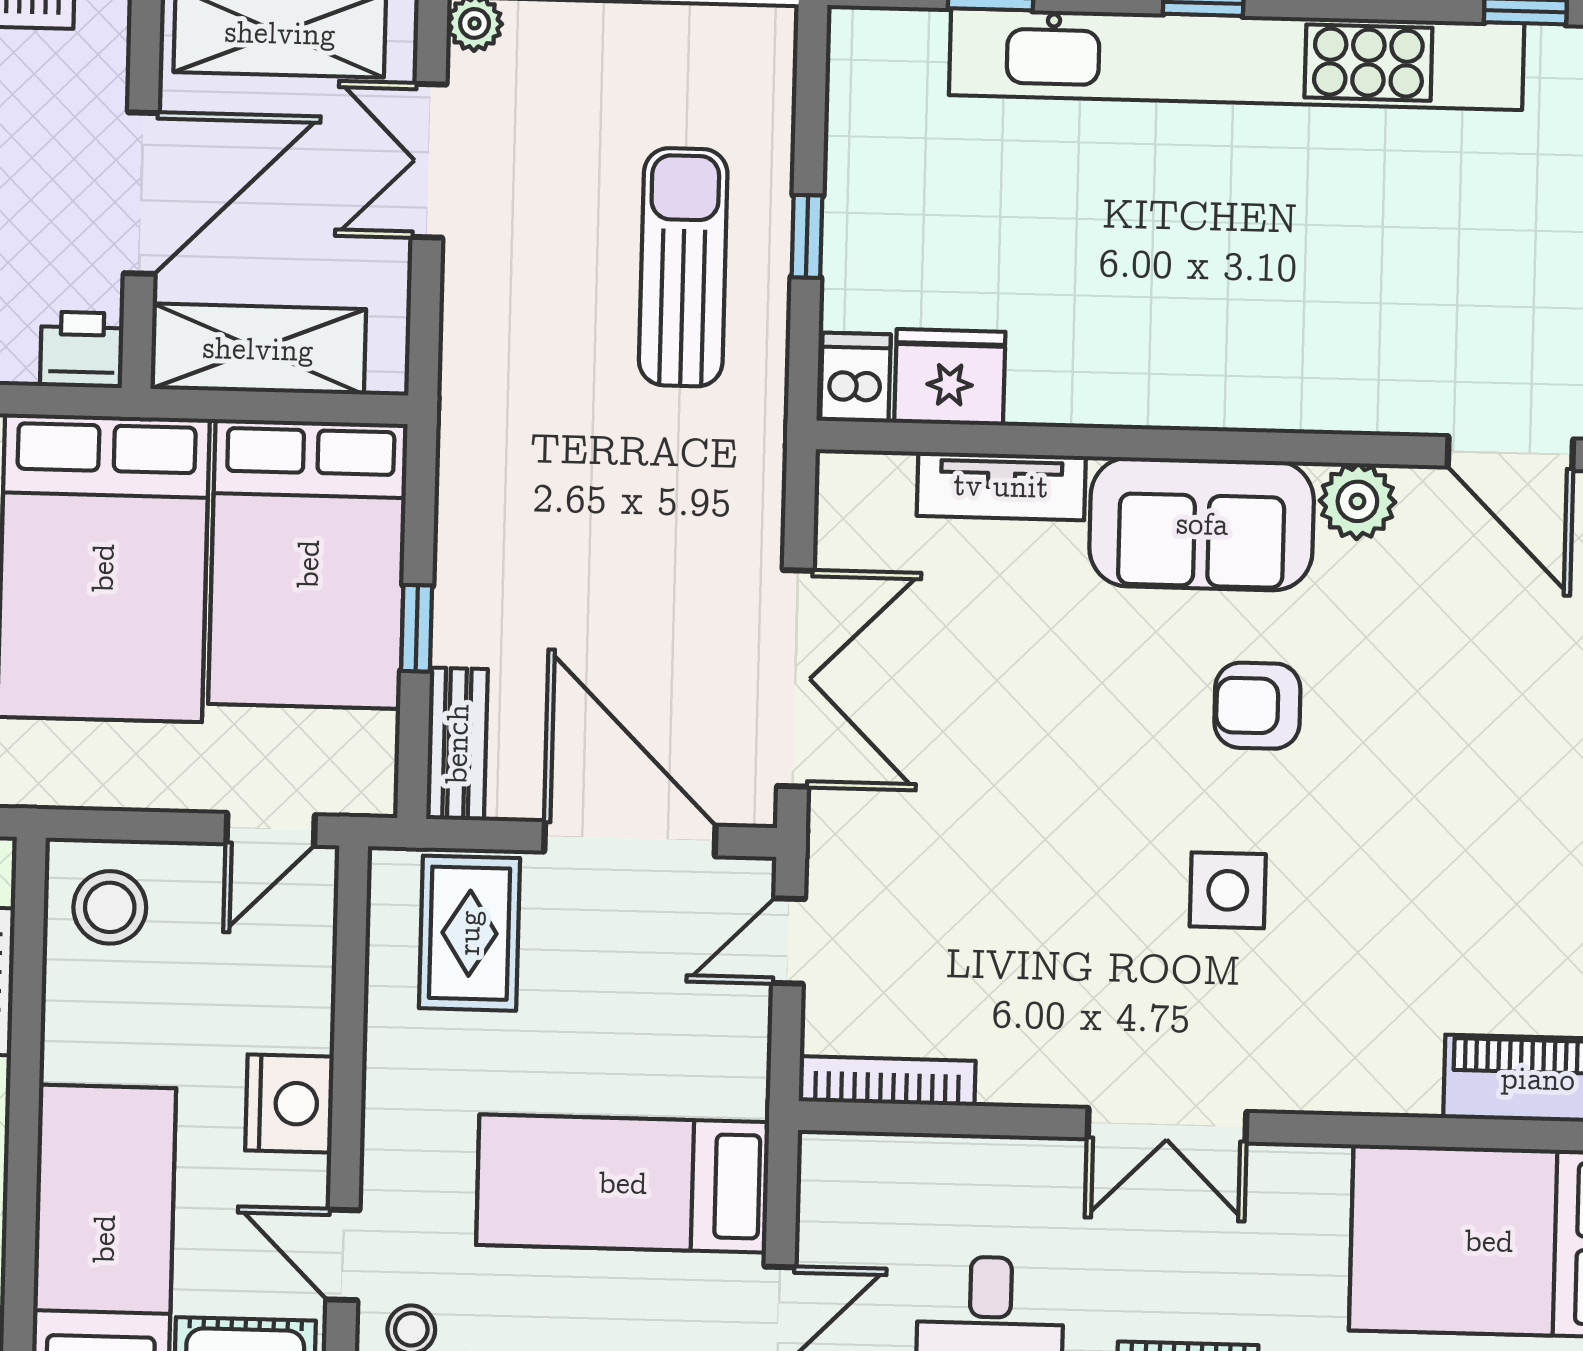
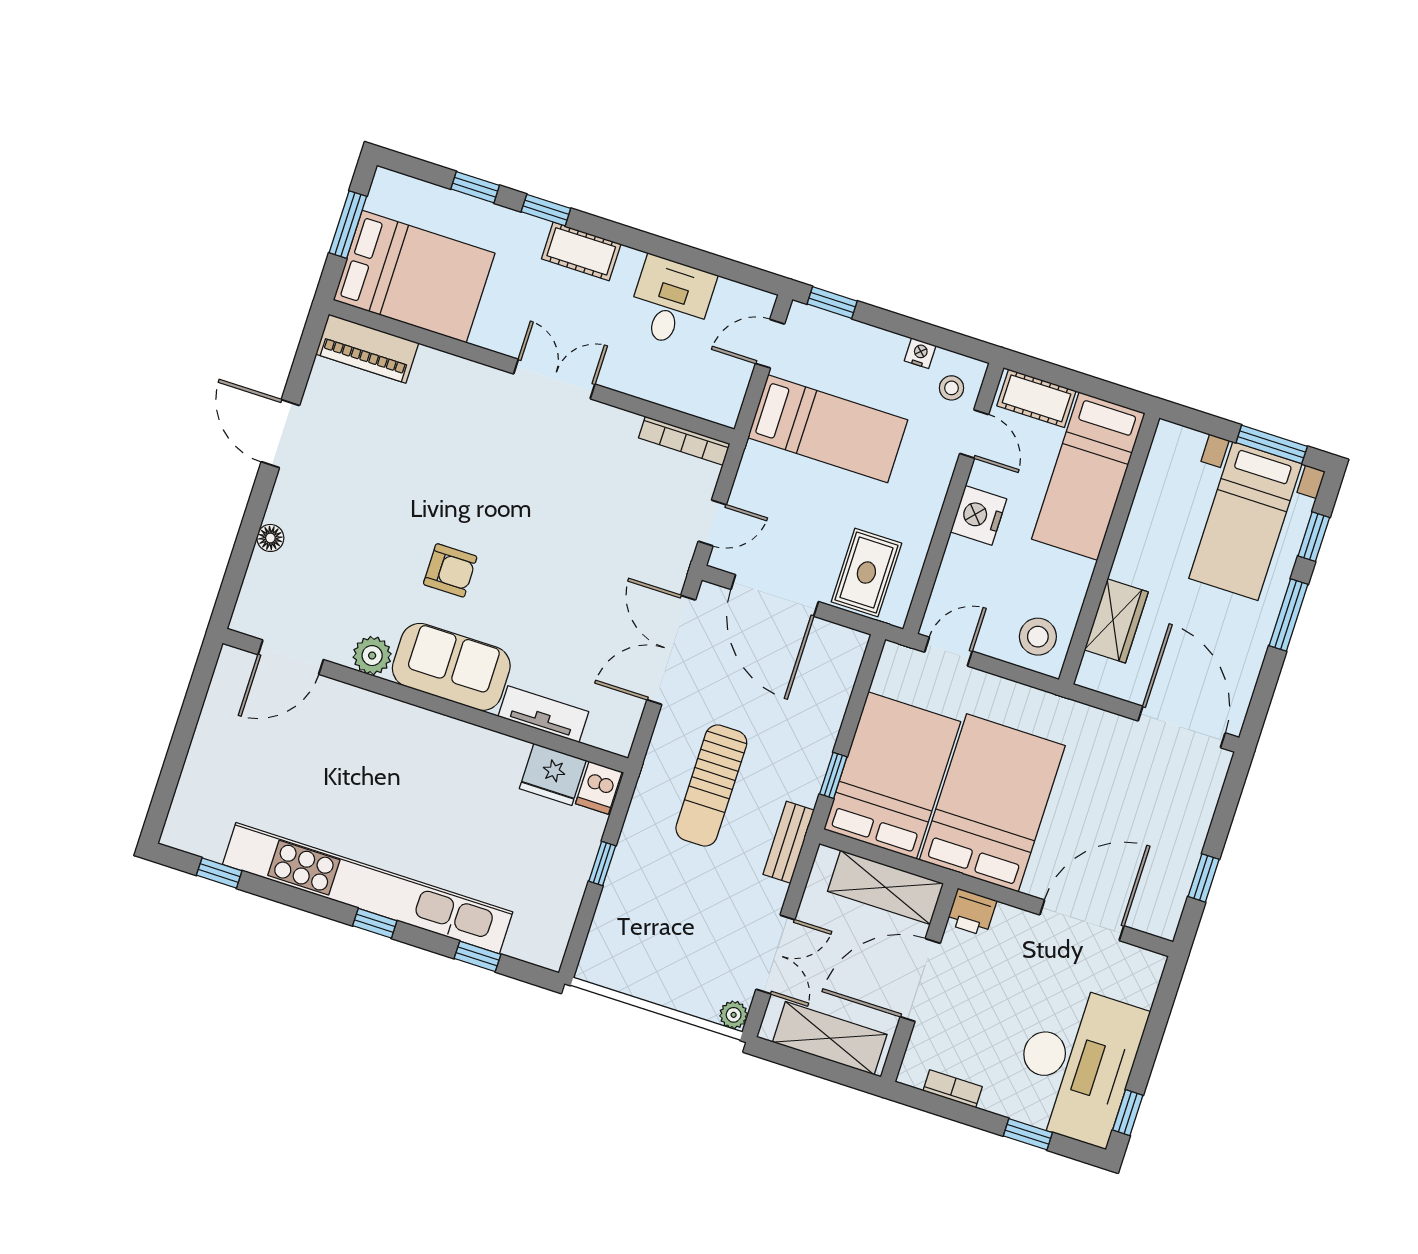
sun lounger: (683, 267) -> (711, 785), moved
door: (1510, 453) -> (291, 657), swing flipped
window: (417, 628) -> (833, 775), moved
bench: (457, 744) -> (789, 842), moved
side table: (1228, 890) -> (491, 485), removed

